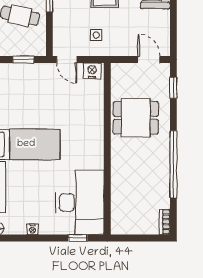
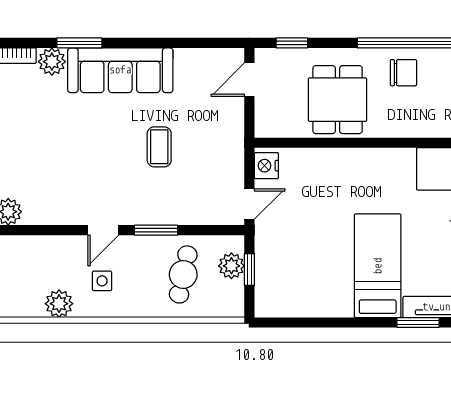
side table: (96, 35) -> (213, 160), removed
plant: (26, 48) -> (231, 266), added
chair: (154, 161) -> (403, 73), added

